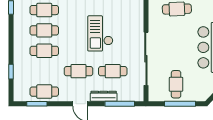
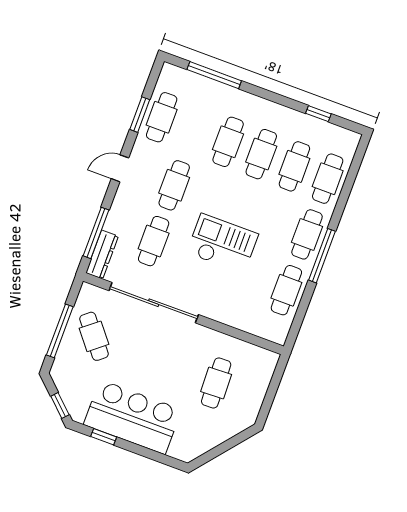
window: (11, 72) -> (214, 75), width x2.17
cafe table: (176, 84) -> (94, 336), turned 51
dresser: (104, 96) -> (102, 255), moved
window: (37, 104) -> (140, 115), moved

